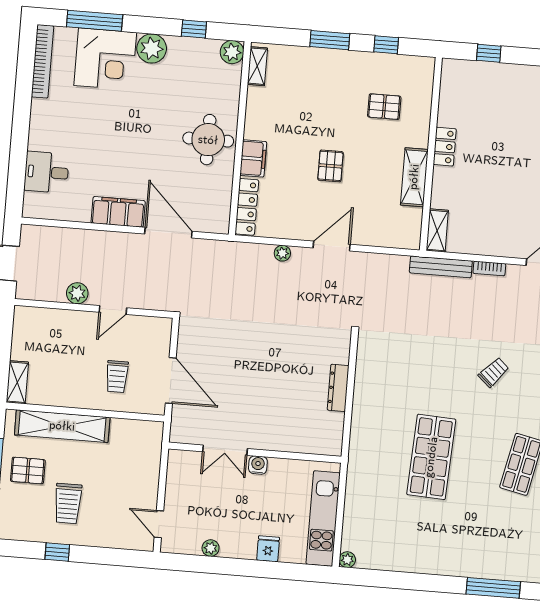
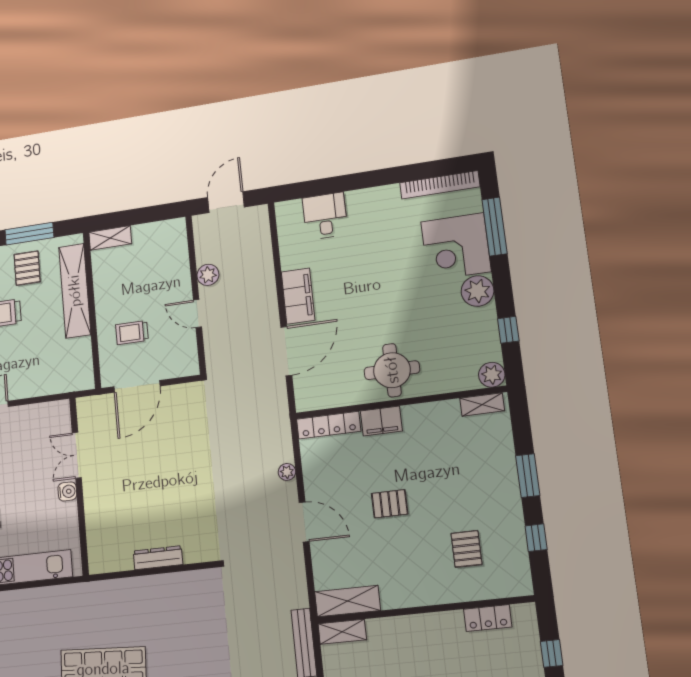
locker: (445, 147) -> (488, 618), moved
shelving: (414, 177) -> (348, 601), moved

